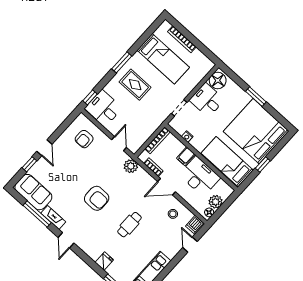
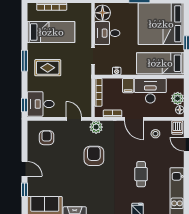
armchair: (84, 139) -> (47, 138), turned 180
door: (167, 187) -> (134, 119), hinge flipped
armchair: (97, 198) -> (94, 156), moved, turned -90
cafe table: (129, 225) -> (141, 174), moved

